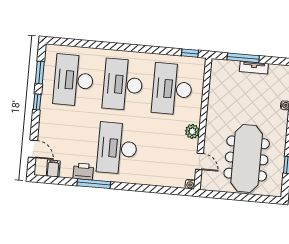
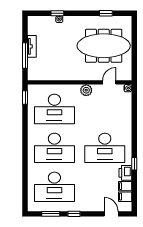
door: (33, 149) -> (111, 214), hinge flipped
filing cabinet: (67, 170) -> (125, 186), added
window: (94, 184) -> (134, 164), width x0.46

